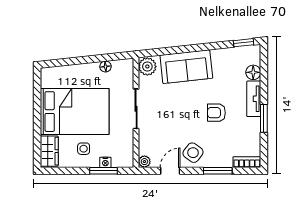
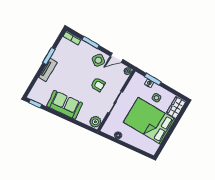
sofa: (186, 67) -> (65, 105), moved
floor lamp: (253, 72) -> (40, 84), removed
armchair: (216, 113) -> (98, 85), moved

